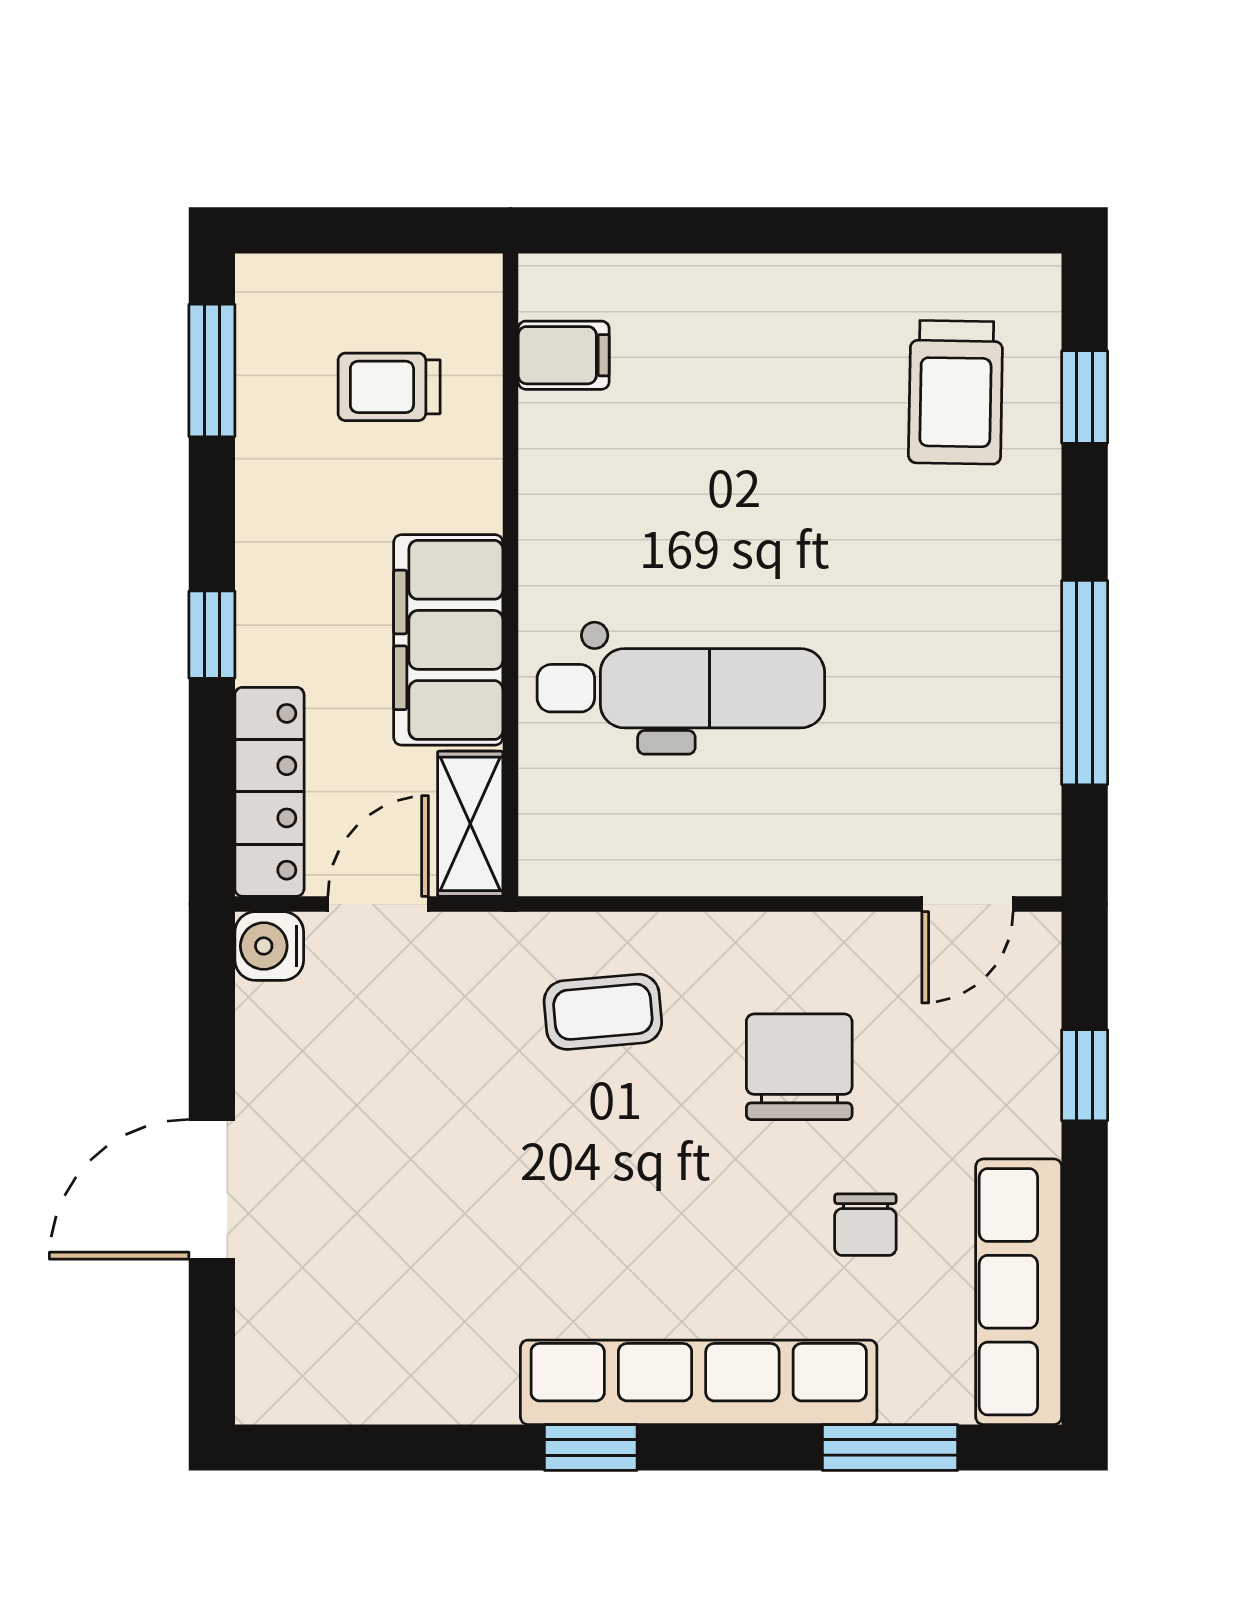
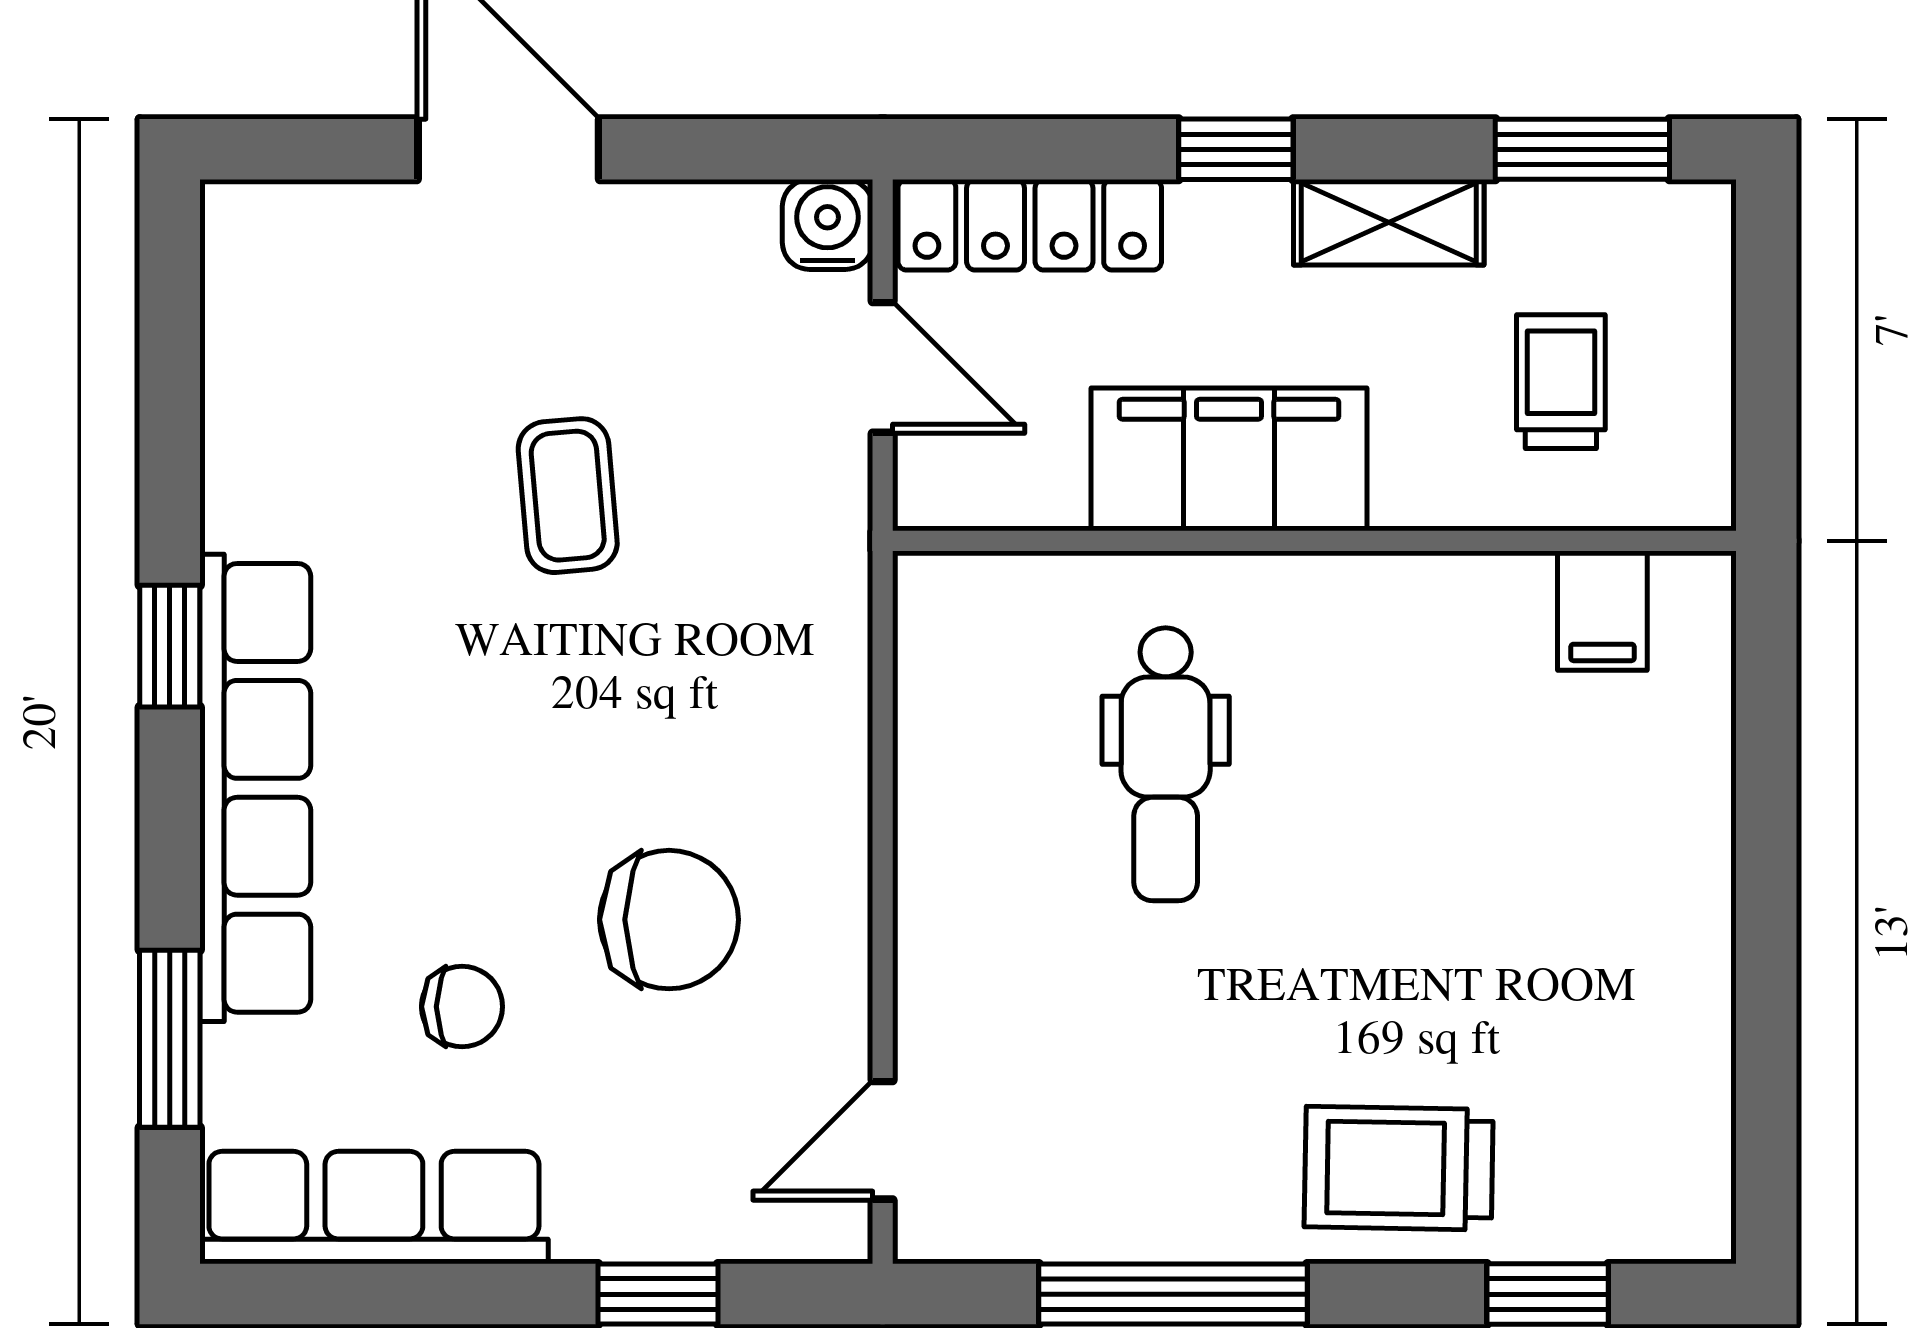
trolley: (956, 392) -> (1399, 1168), moved
dental chair: (681, 688) -> (1166, 764), width x0.73, depth x0.72
shelving: (470, 824) -> (1389, 222), moved
door: (967, 904) -> (883, 1140), hinge flipped
coffee table: (603, 1012) -> (568, 496), moved
chair: (865, 1225) -> (462, 1007), turned 180

